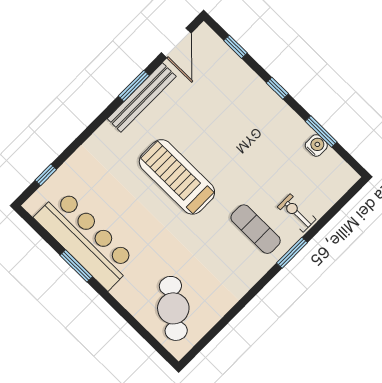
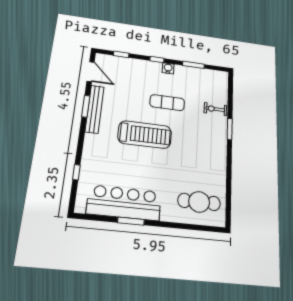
water cooler: (316, 145) -> (168, 68), moved
window: (46, 175) -> (76, 172), moved
treadmill: (177, 177) -> (145, 135), turned 180
exercise mat: (256, 229) -> (167, 103), moved
cafe table: (173, 308) -> (199, 202), turned -38

